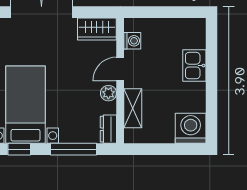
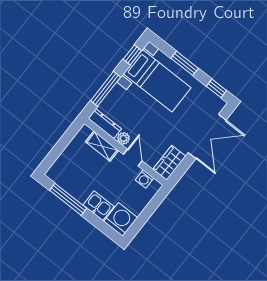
window: (212, 100) -> (68, 199), added
washing machine: (191, 128) -> (121, 219), moved, turned -90
dresser: (108, 129) -> (105, 124), width x1.44

